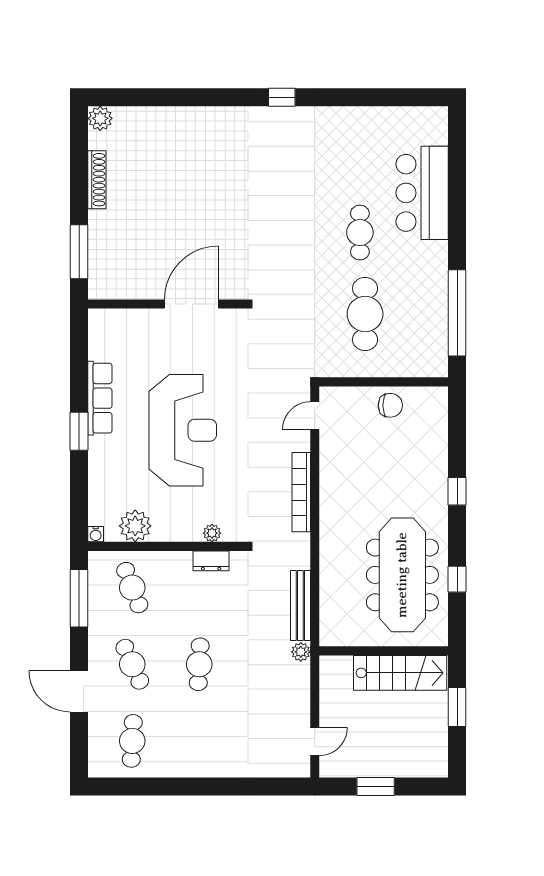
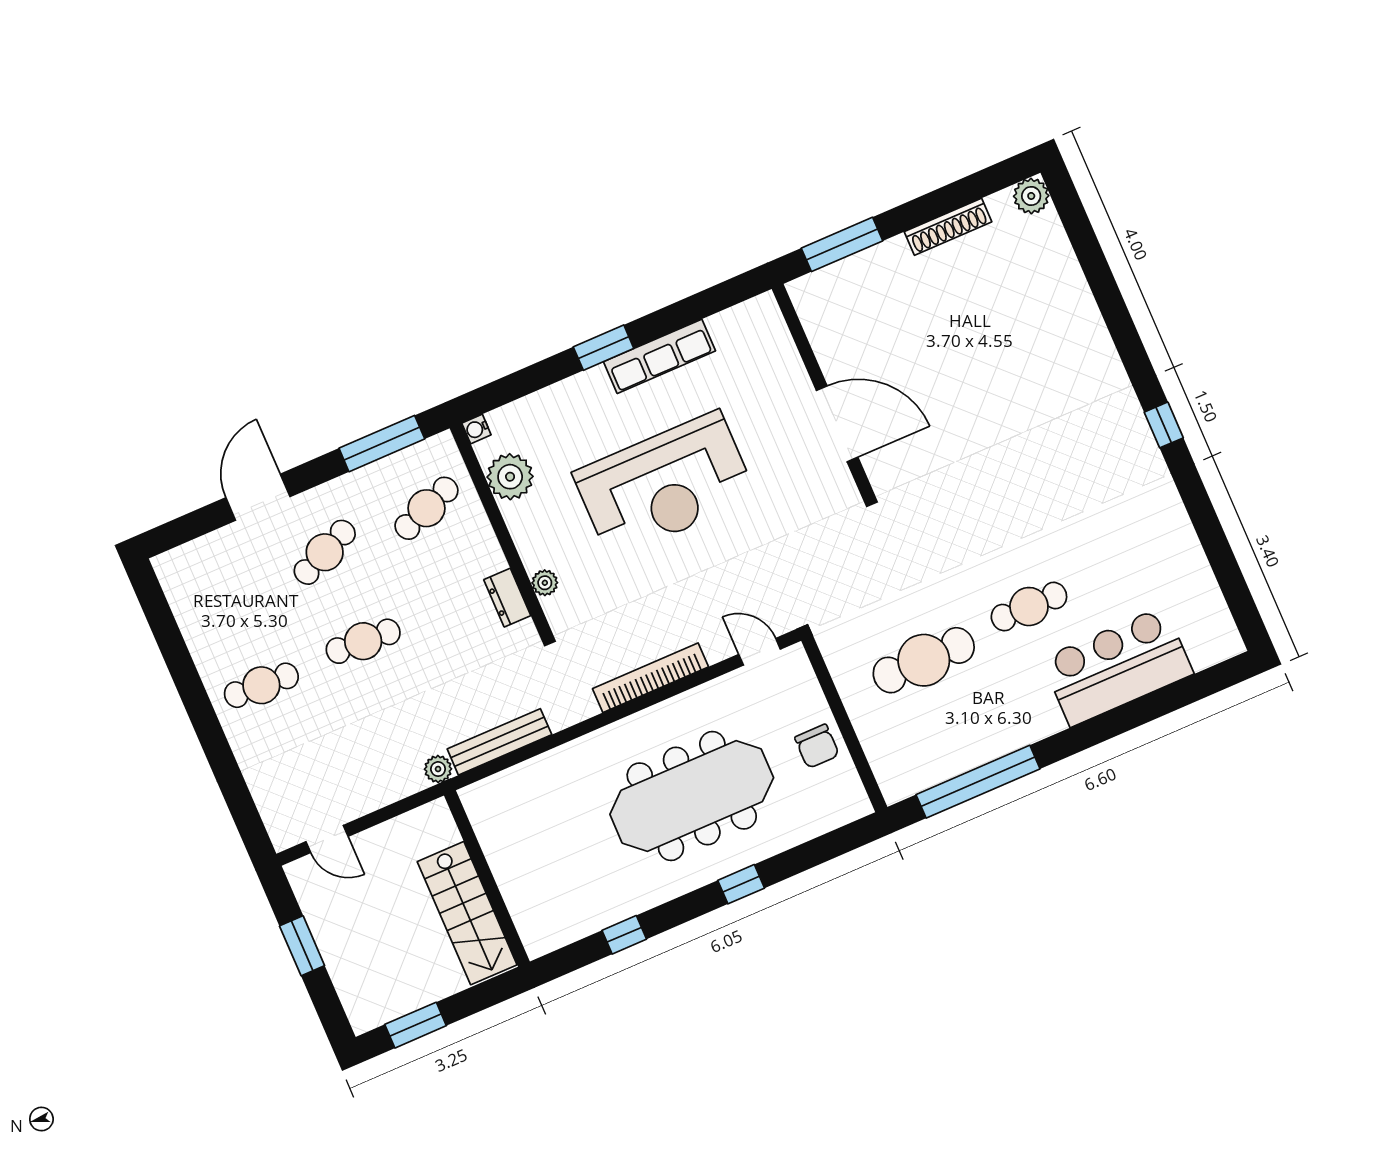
meeting table: (402, 575) -> (692, 796), moved
window: (457, 707) -> (416, 1025), moved
cafe table: (132, 741) -> (261, 685), moved

